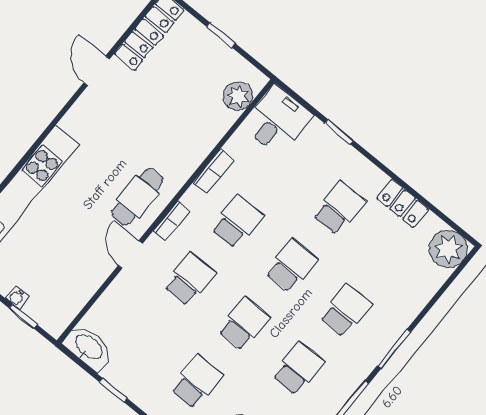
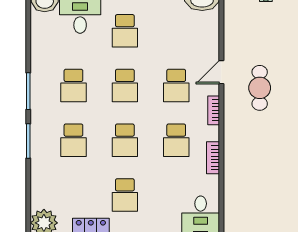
plant: (238, 96) -> (234, 212), removed
cafe table: (137, 197) -> (260, 88), moved
door: (130, 254) -> (221, 72), swing flipped

